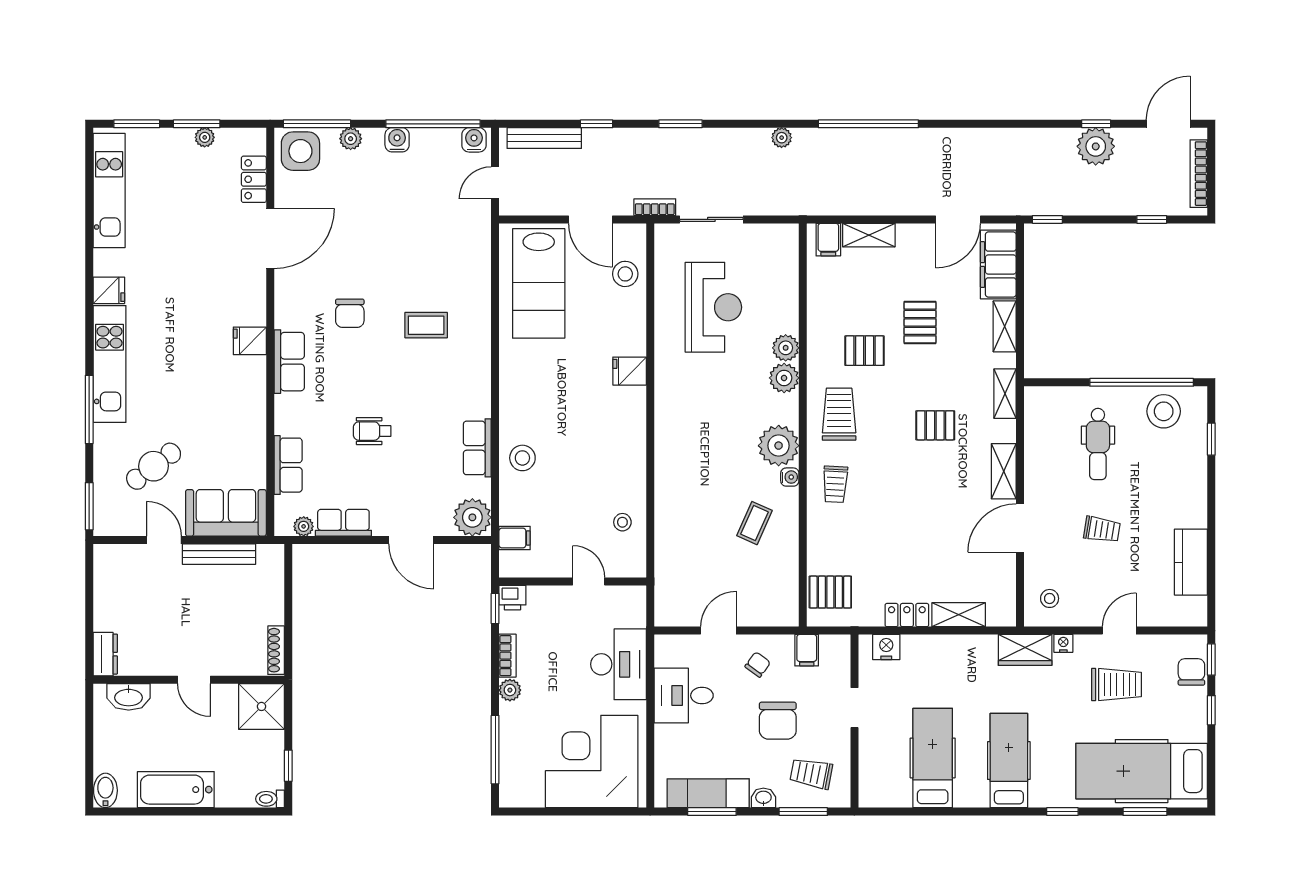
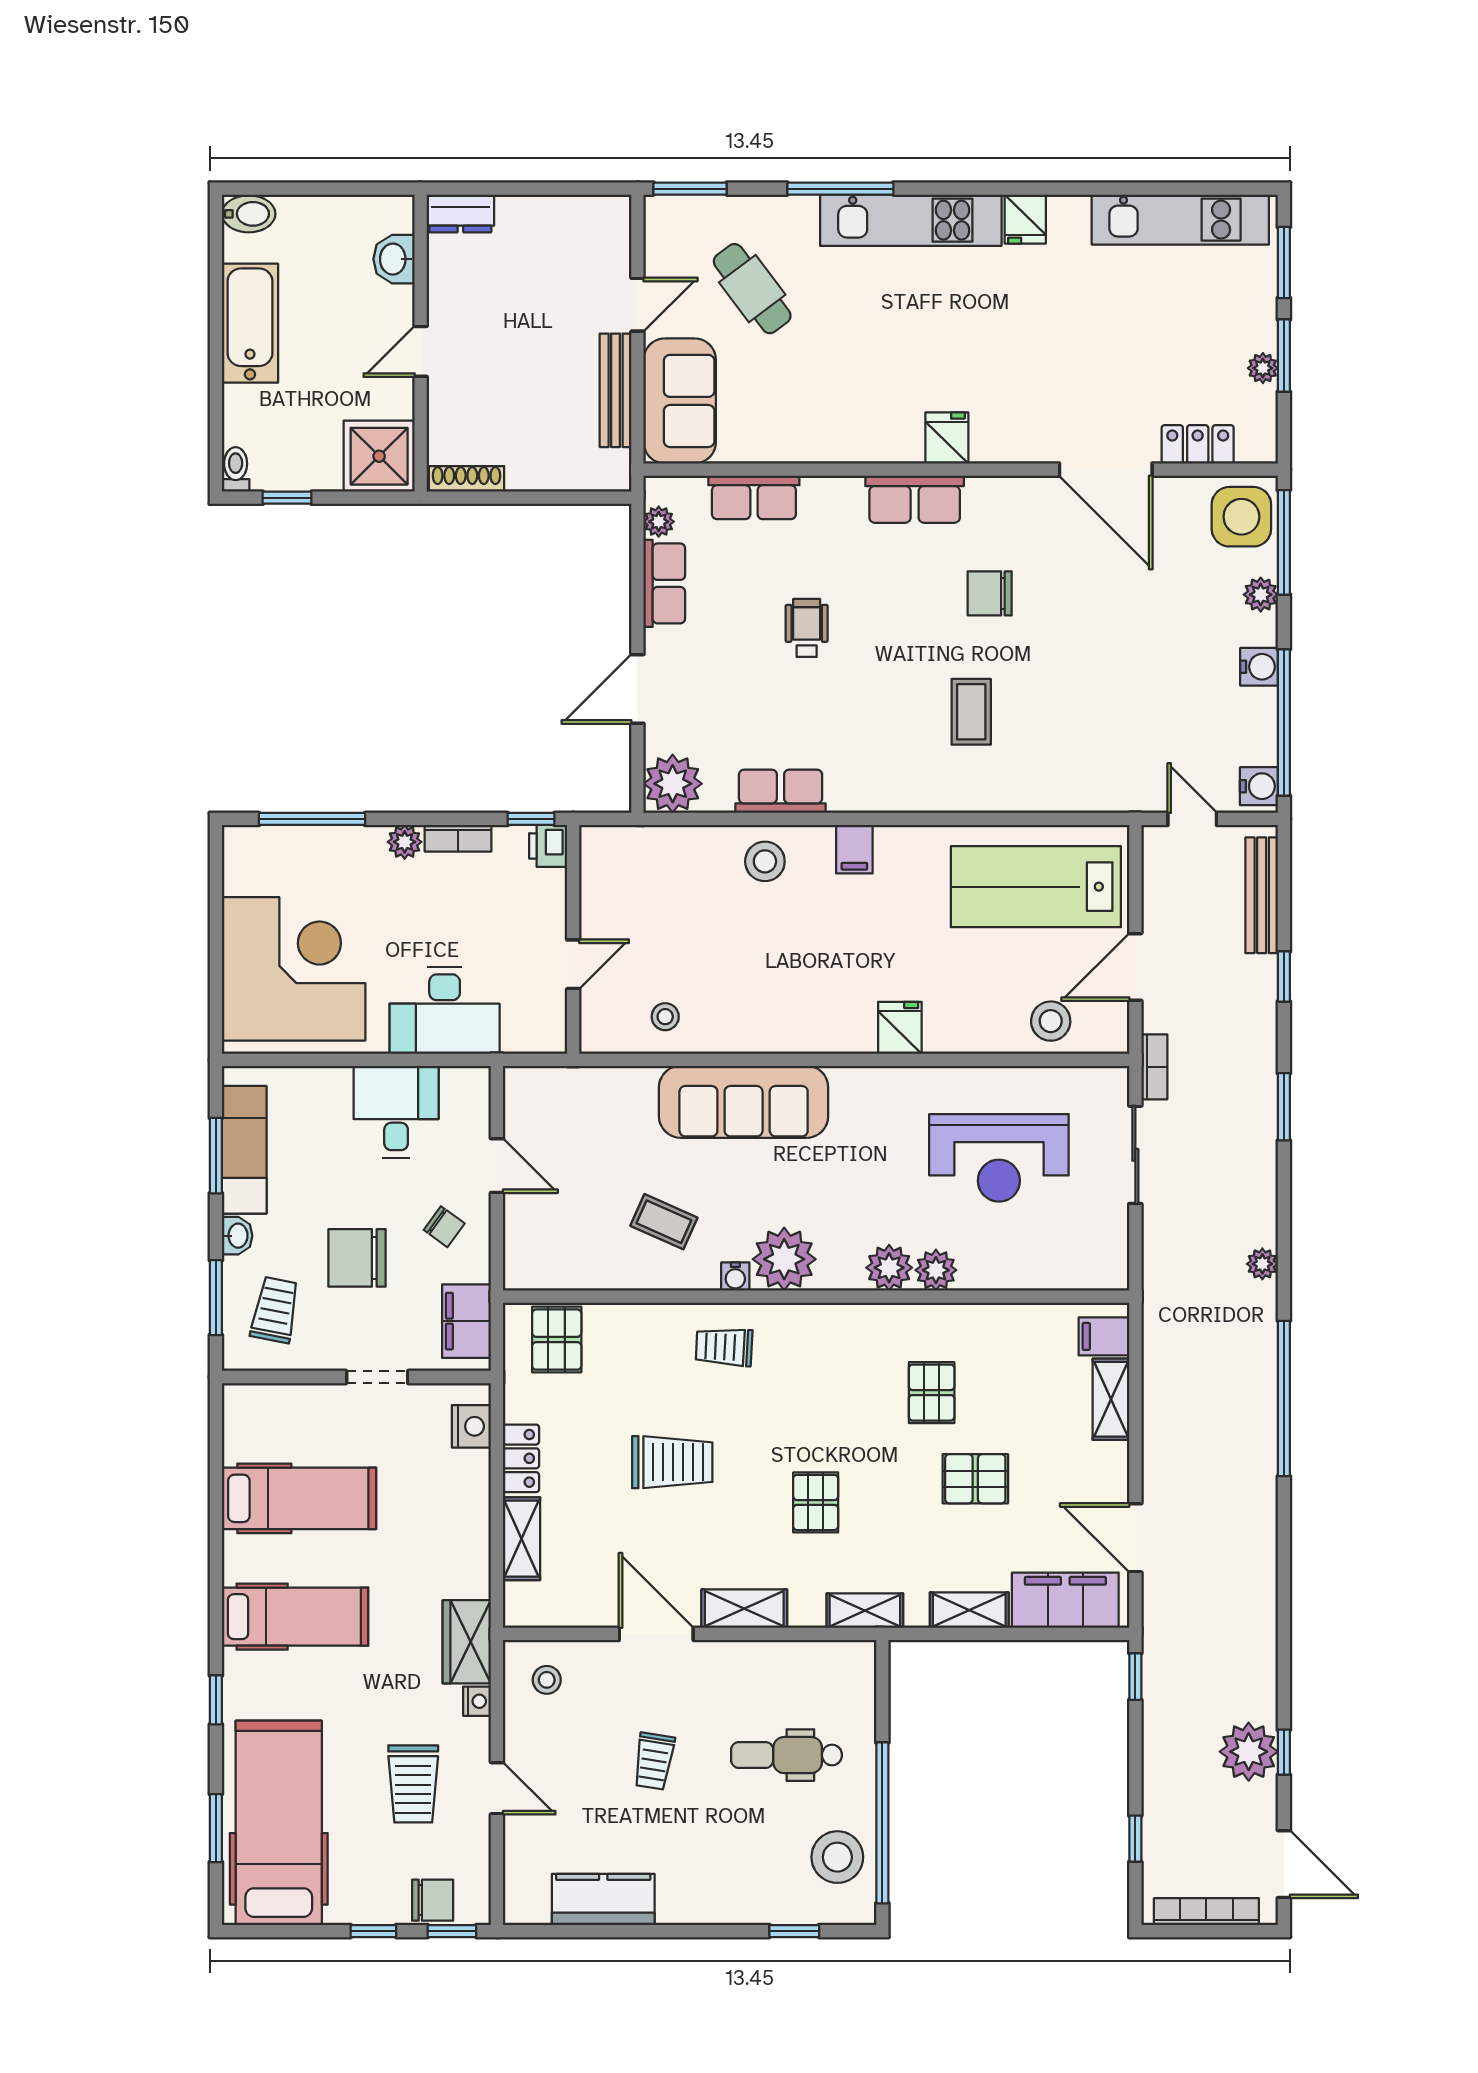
trolley: (839, 414) -> (672, 1462), moved
sofa: (677, 472) -> (744, 1102), added
filing cabinet: (515, 538) -> (854, 849), moved
filing cabinet: (807, 650) -> (466, 1321), width x2.00
washbasin: (129, 697) -> (394, 259), width x0.72

